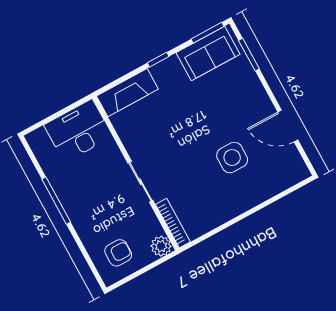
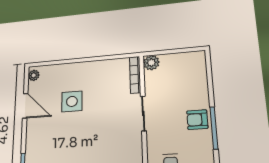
plant: (299, 168) -> (34, 75), added
armchair: (118, 253) -> (197, 120), moved

